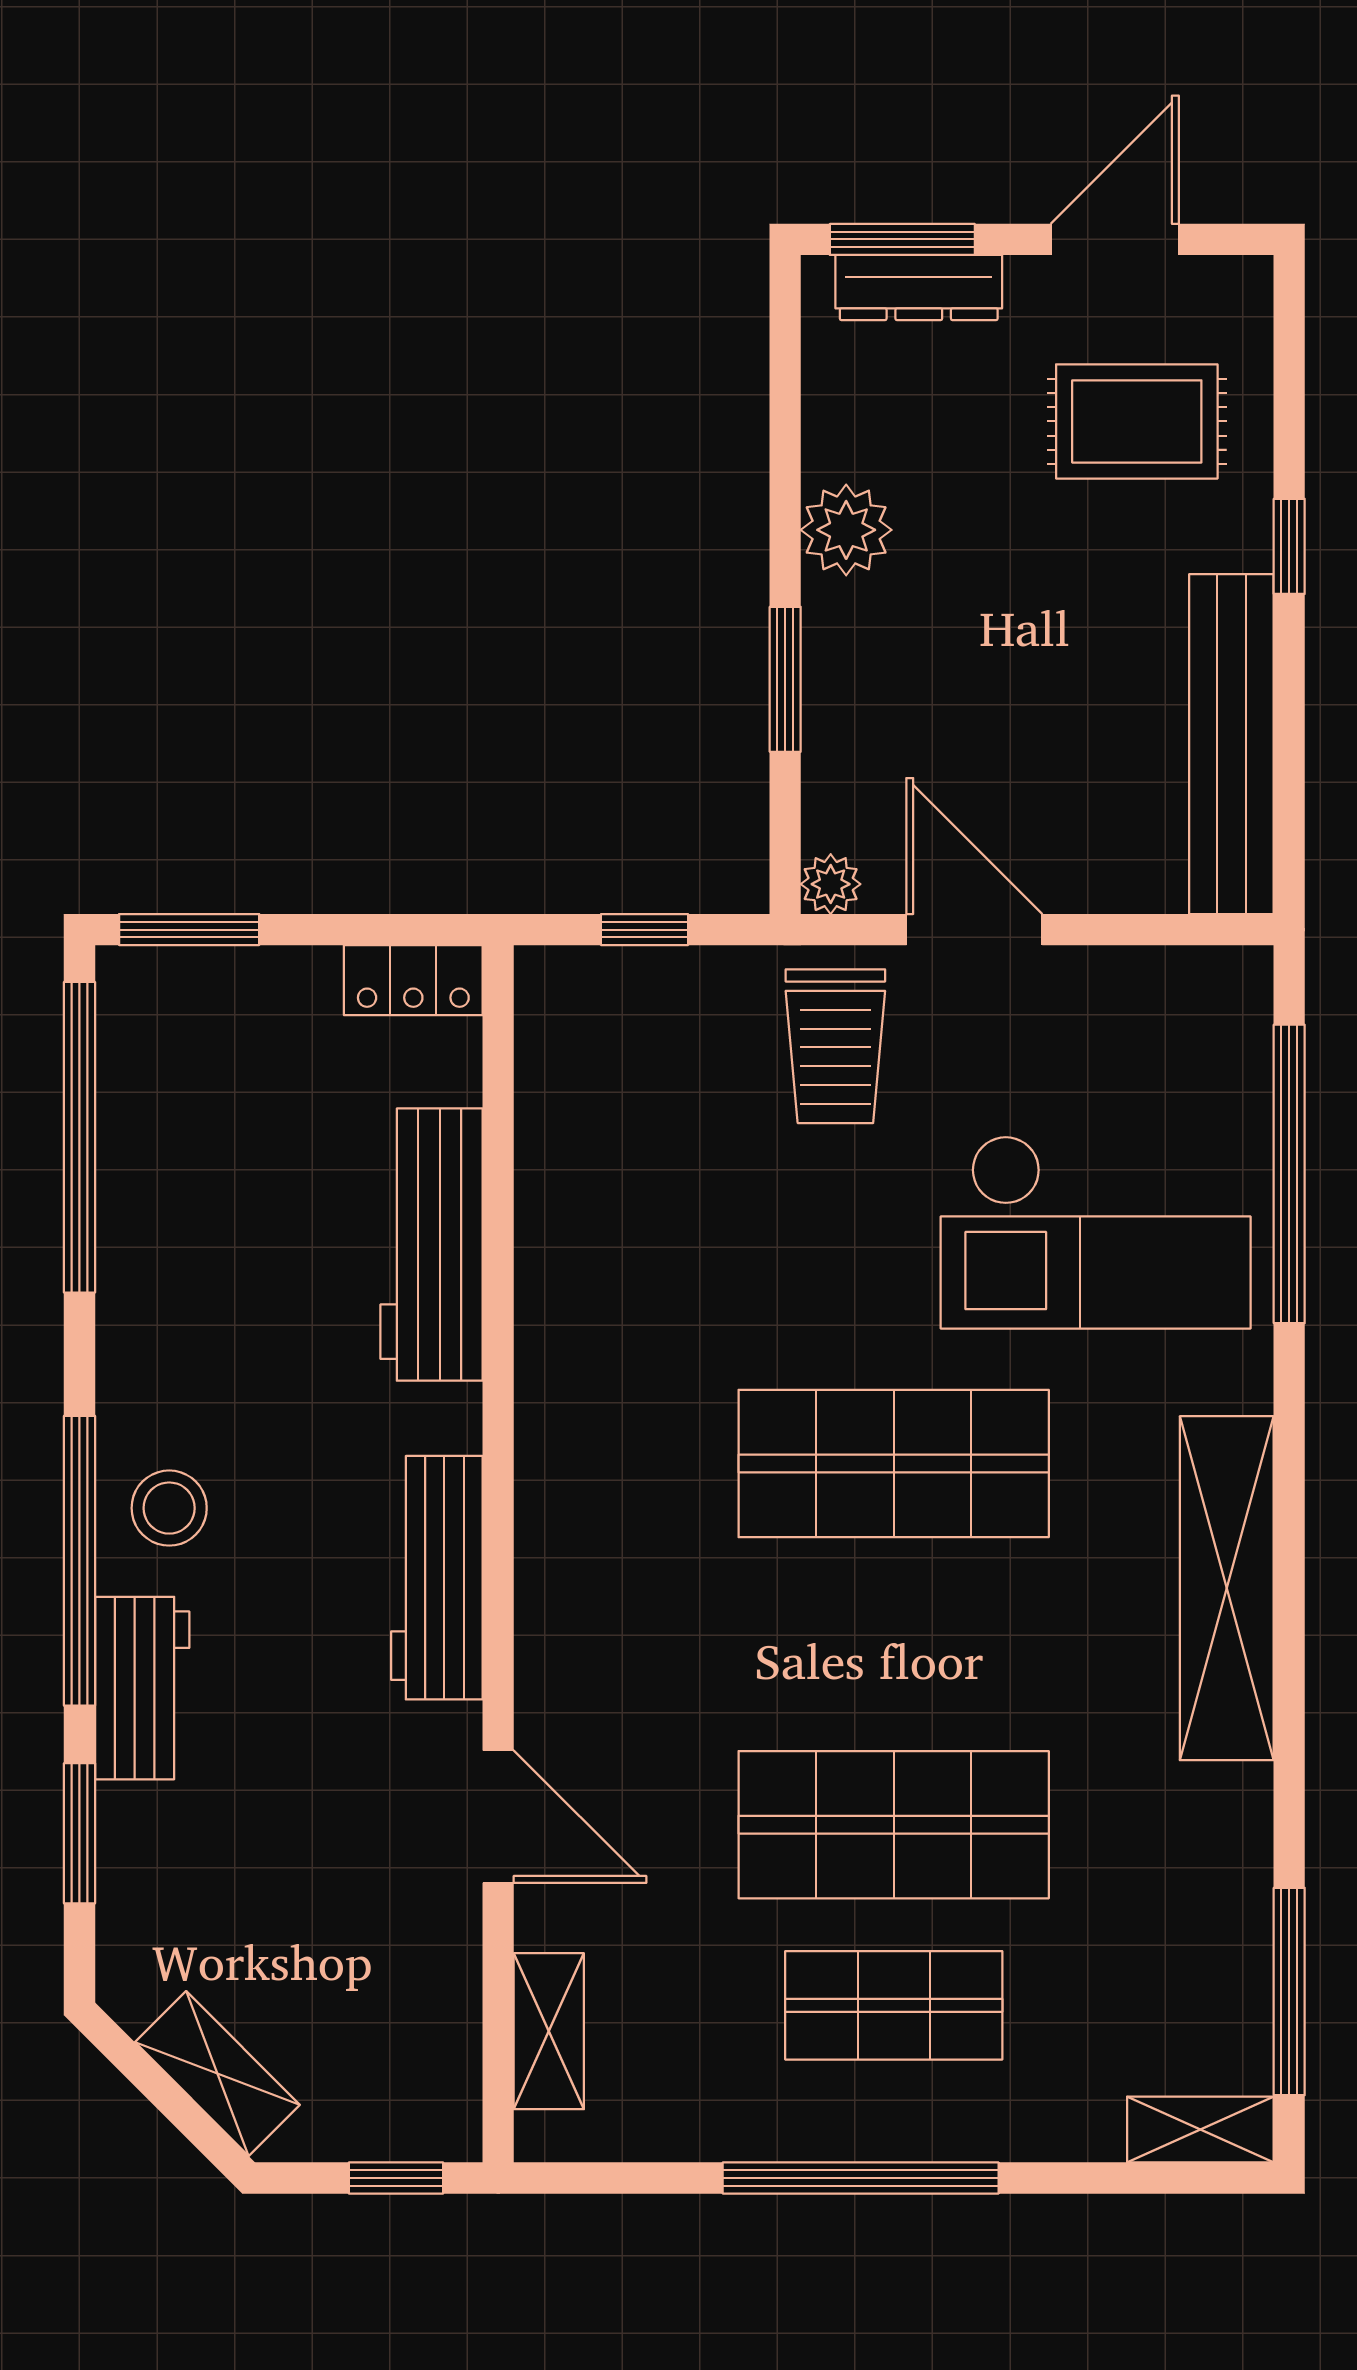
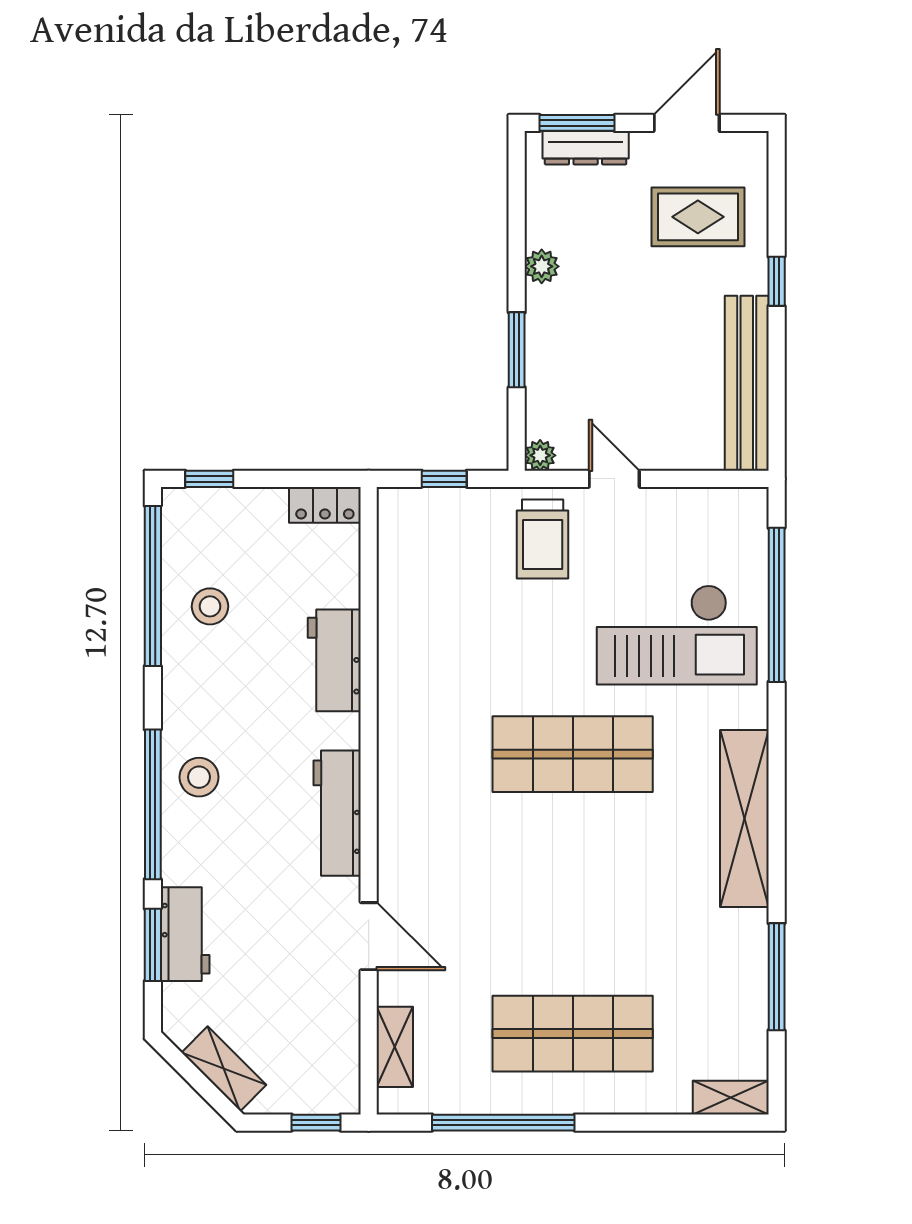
plant: (846, 530) -> (542, 266), width x0.73, depth x0.73
window: (189, 930) -> (209, 479), width x0.67
door: (974, 930) -> (614, 479), width x0.73
stool: (190, 1177) -> (210, 606), added
workbench: (432, 1245) -> (334, 660), width x0.73
workbench: (142, 1688) -> (185, 934), moved
shop shelf: (894, 1825) -> (573, 940), removed
window: (1289, 1992) -> (777, 977), moved
shop shelf: (894, 2005) -> (573, 1034), width x1.43, depth x1.36
window: (861, 2178) -> (503, 1123), moved

